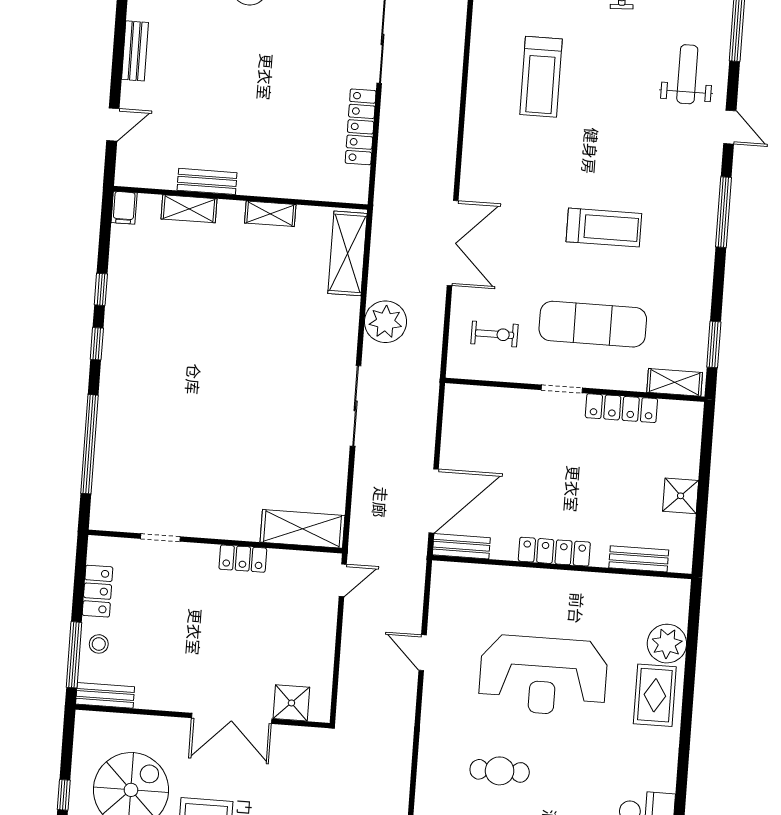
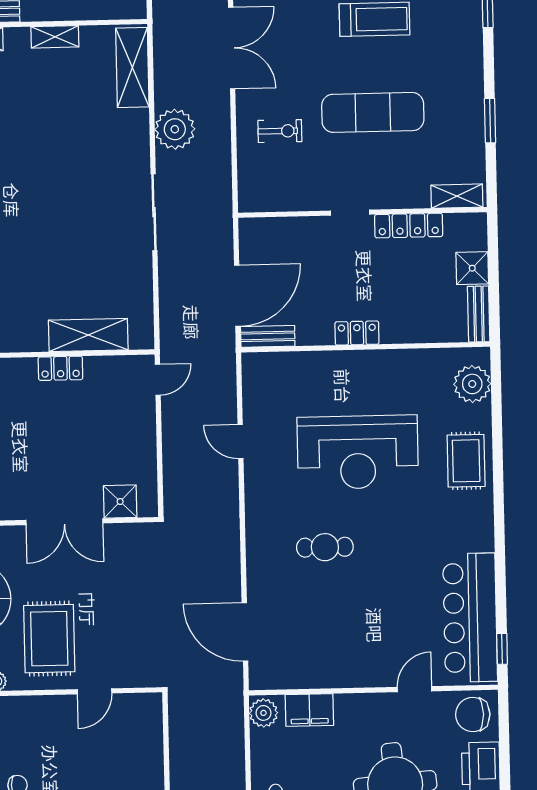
shelving: (675, 382) -> (457, 196), moved
doorway: (562, 389) -> (350, 213), moved
wall: (575, 390) -> (362, 212), moved
locker: (621, 408) -> (409, 226), moved
shelving: (303, 529) -> (88, 335), moved
locker: (554, 552) -> (357, 333), width x0.66
bench: (639, 559) -> (479, 314), moved, turned 90
plant: (667, 644) -> (472, 384), moved

